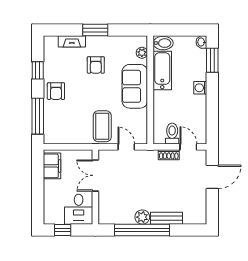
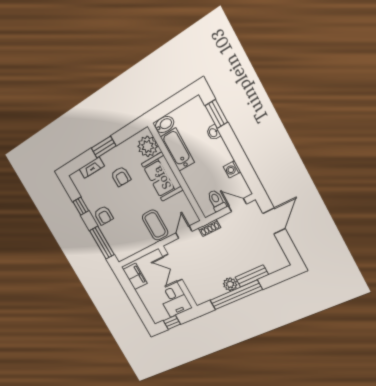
washbasin: (201, 42) -> (213, 133), moved
plant: (142, 53) -> (148, 146), width x1.88, depth x1.88
washing machine: (200, 88) -> (232, 169), moved
door: (126, 147) -> (184, 232), hinge flipped
shoe rack: (169, 155) -> (209, 228), moved

